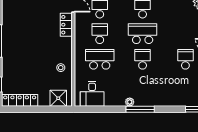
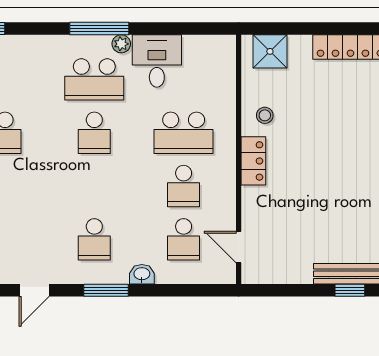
locker: (66, 25) -> (253, 161), moved
school desk: (143, 34) -> (94, 79), moved
desk: (92, 94) -> (157, 61), moved

